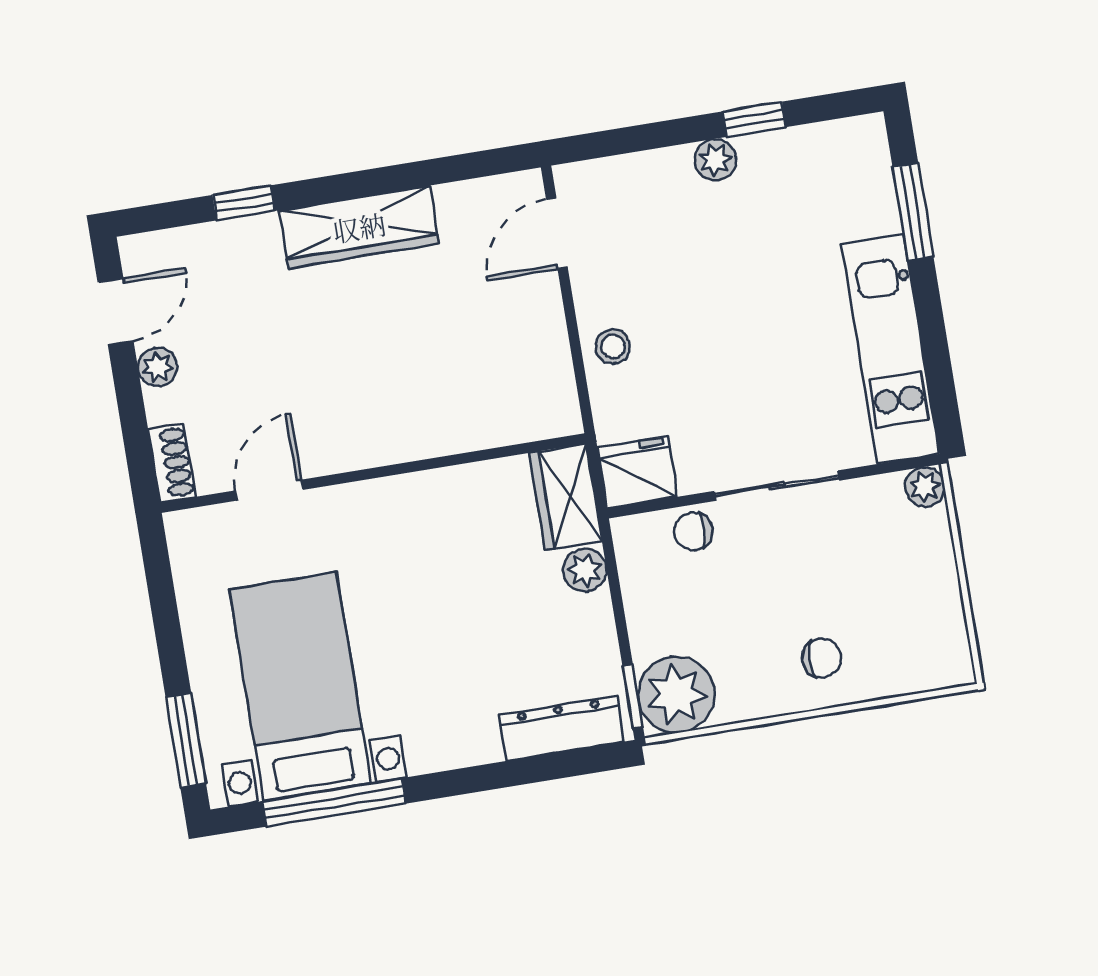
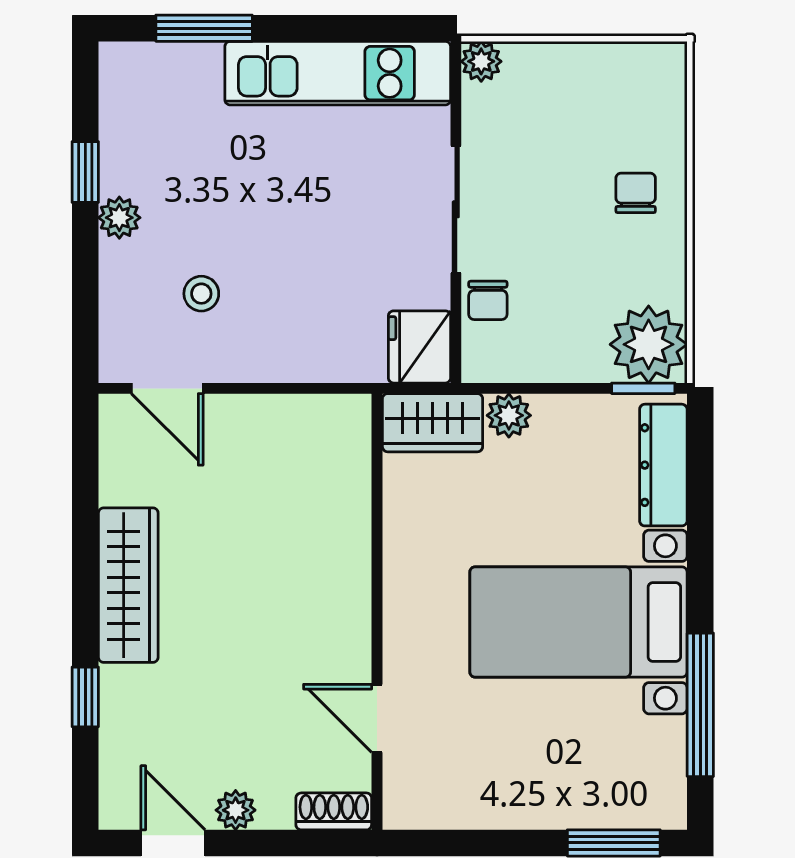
stool: (613, 346) -> (201, 294), moved
bed with nightstands: (300, 686) -> (578, 622), moved

